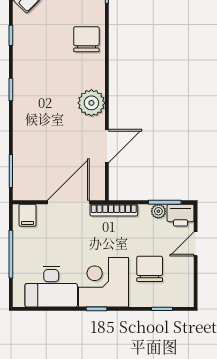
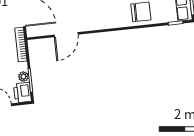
plant: (91, 103) -> (96, 20), removed
door: (107, 146) -> (66, 35), hinge flipped

